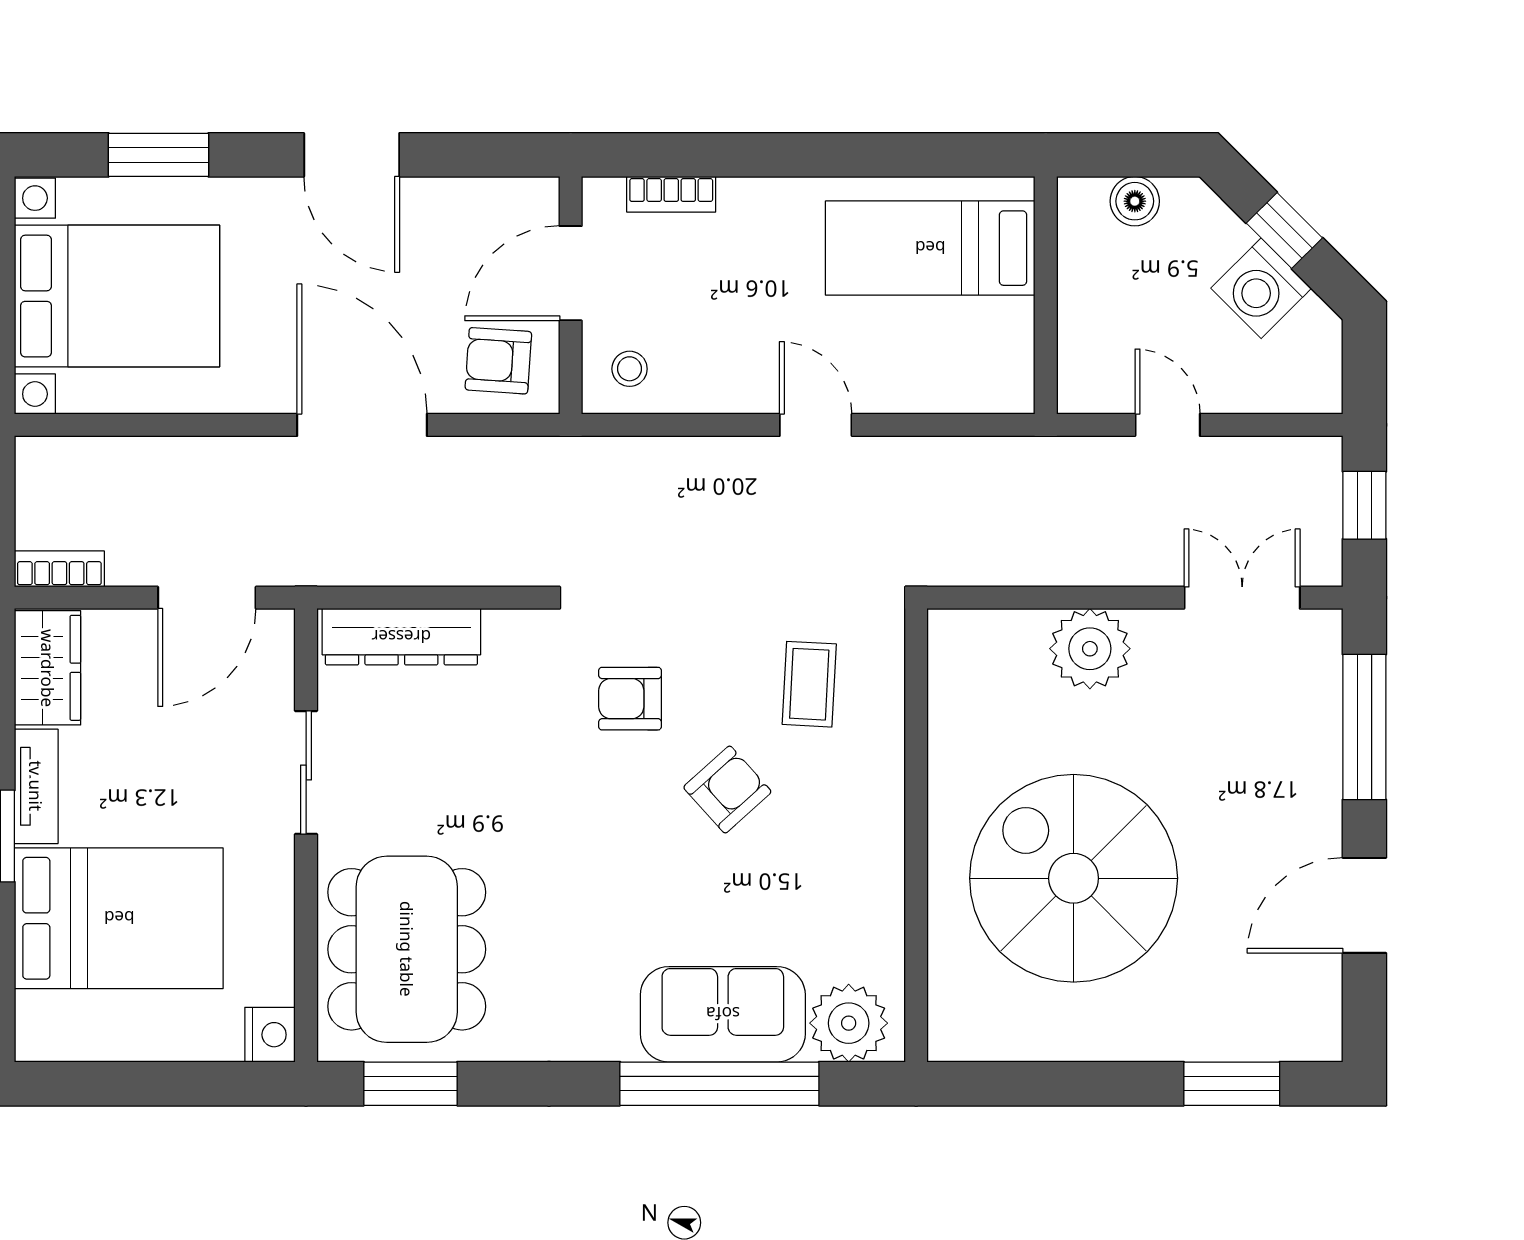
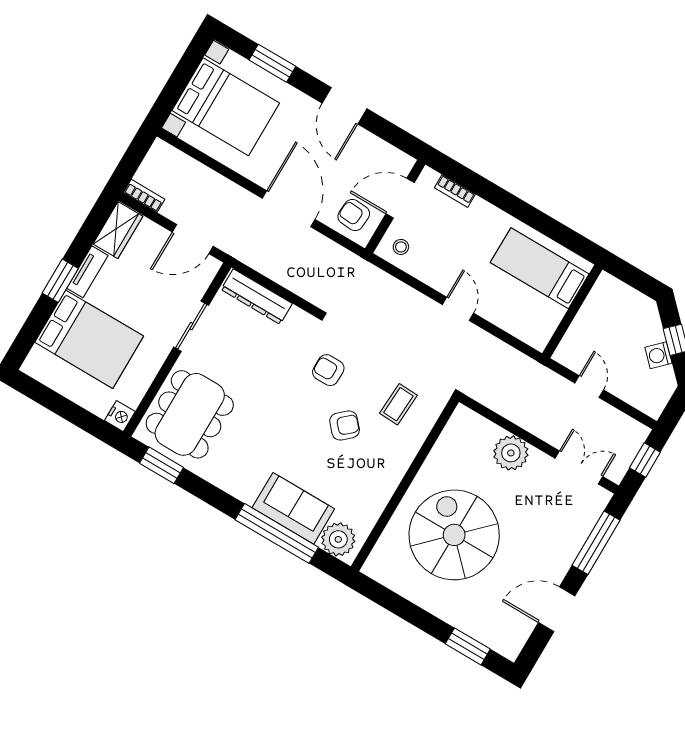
boiler: (1135, 201) -> (626, 296), removed
washing machine: (1261, 288) -> (658, 355), width x0.73, depth x0.73

